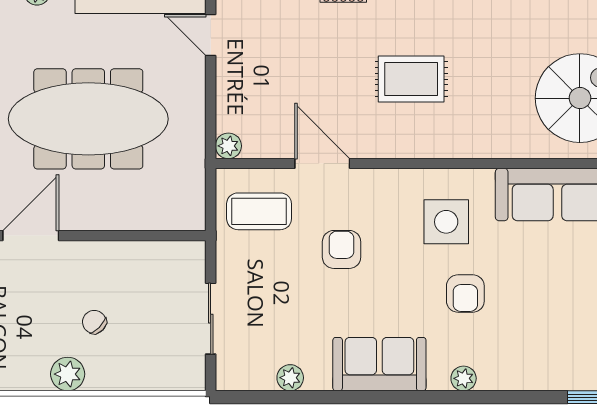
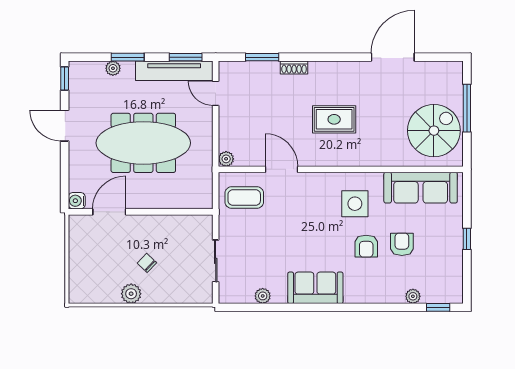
armchair: (342, 249) -> (402, 244), moved
plant: (464, 378) -> (413, 296), moved

